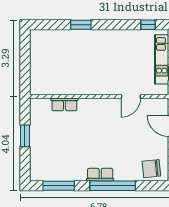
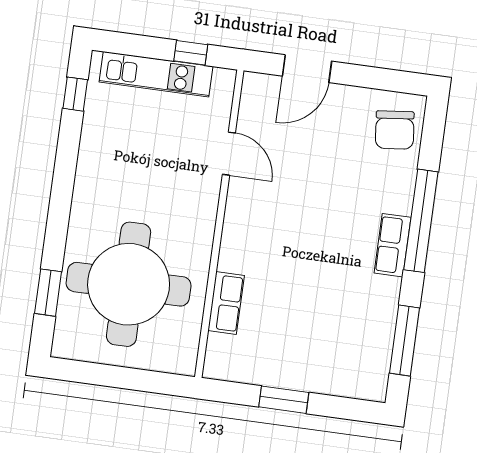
window: (81, 25) -> (48, 293), moved
round table: (67, 60) -> (129, 284), added

